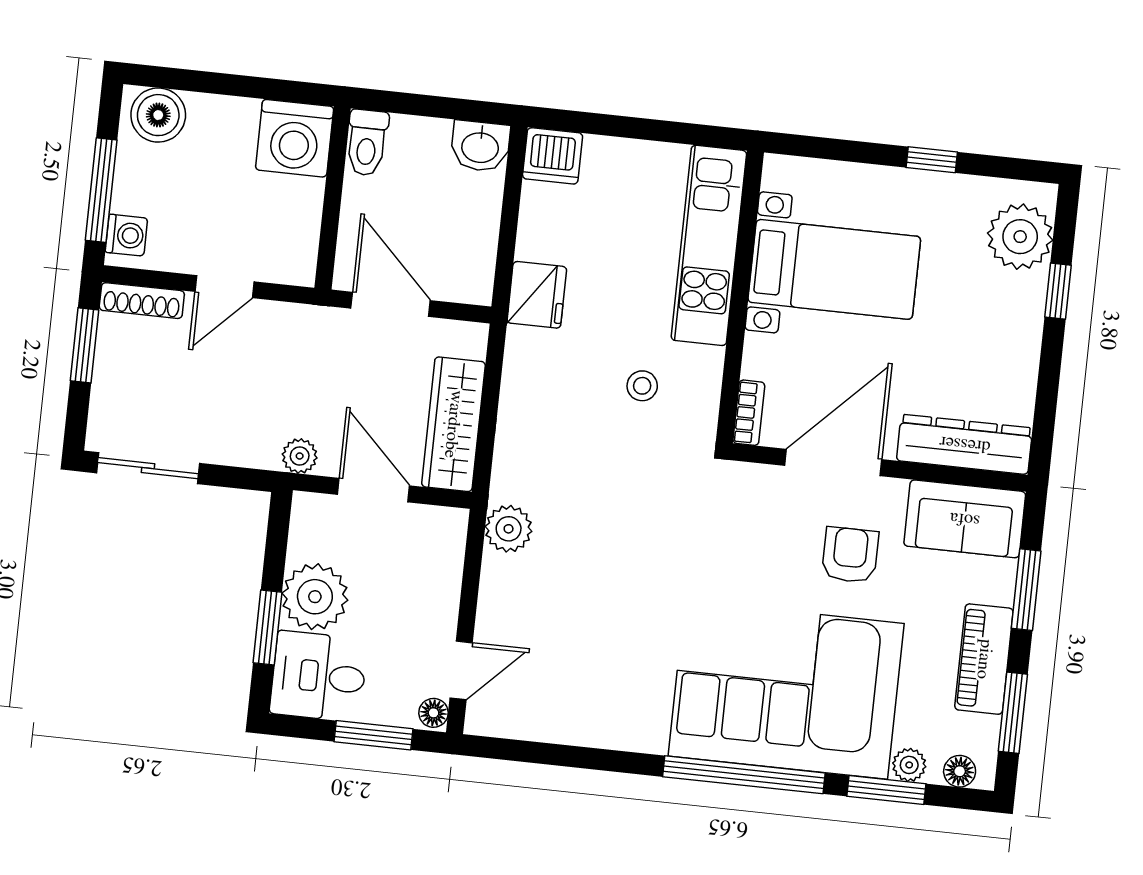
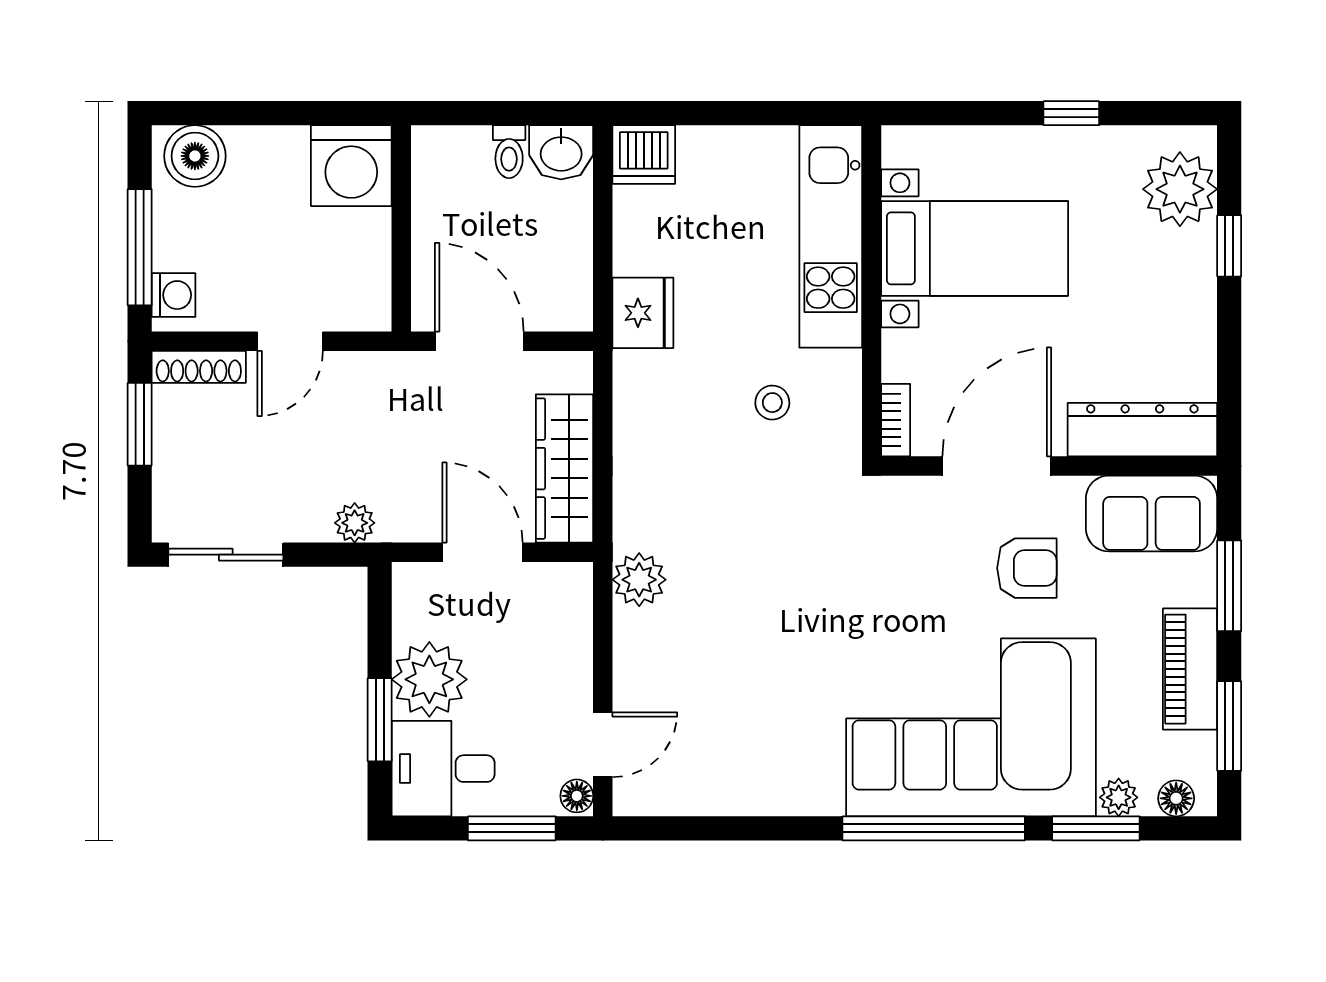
toilet: (367, 143) -> (509, 152), moved, width x0.73, depth x0.72
plant: (300, 456) -> (355, 523), moved
armchair: (850, 555) -> (1027, 568), turned 90

